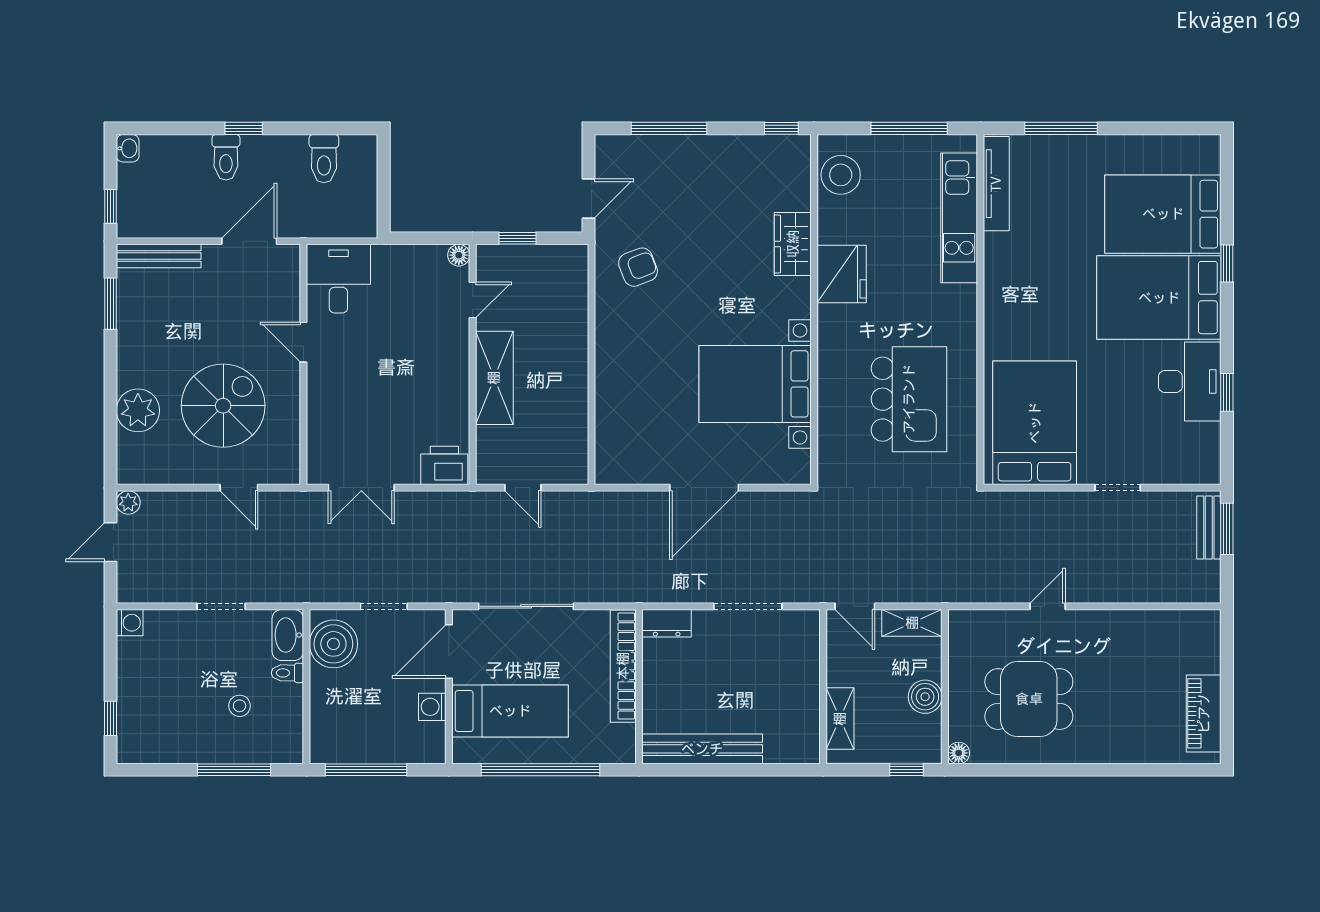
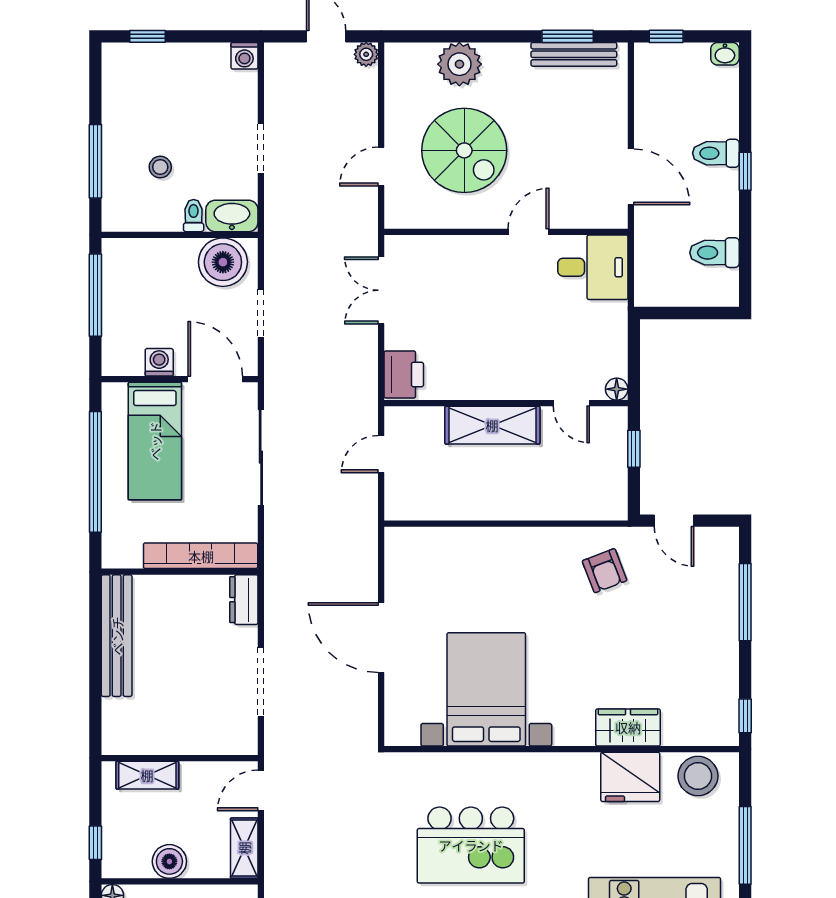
bench: (159, 256) -> (574, 54), moved, turned 90
fridge: (842, 274) -> (630, 777), moved

